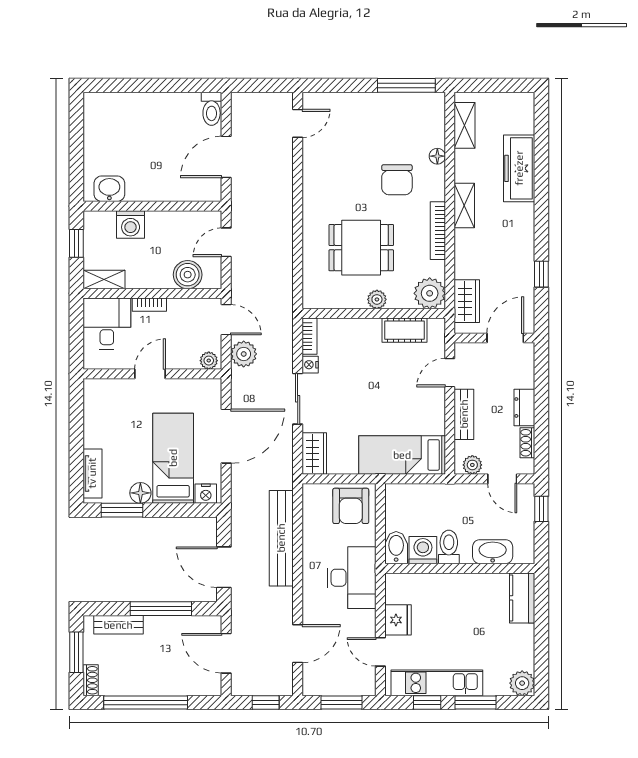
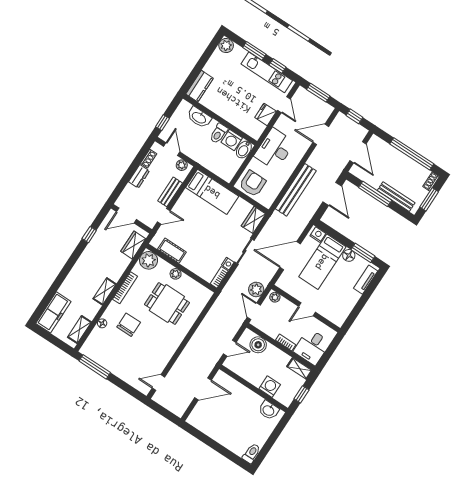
toilet: (212, 109) -> (251, 453), moved
freezer: (519, 168) -> (53, 312), moved
bench: (118, 625) -> (396, 197), width x1.36

